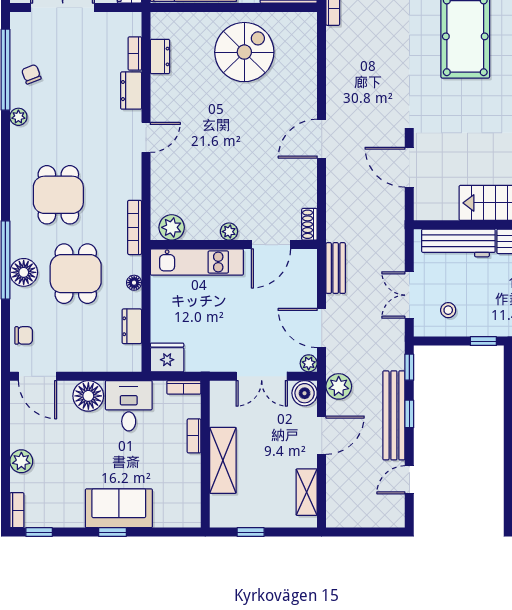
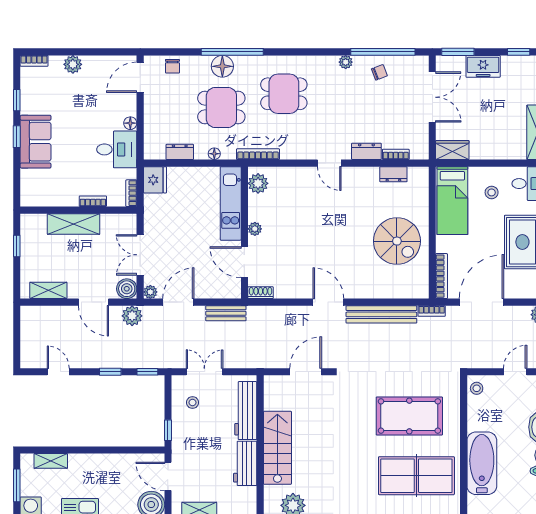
floor lamp: (88, 396) -> (130, 123), width x0.53, depth x0.53
bench: (394, 415) -> (381, 314), moved
window: (39, 532) -> (17, 100), moved

